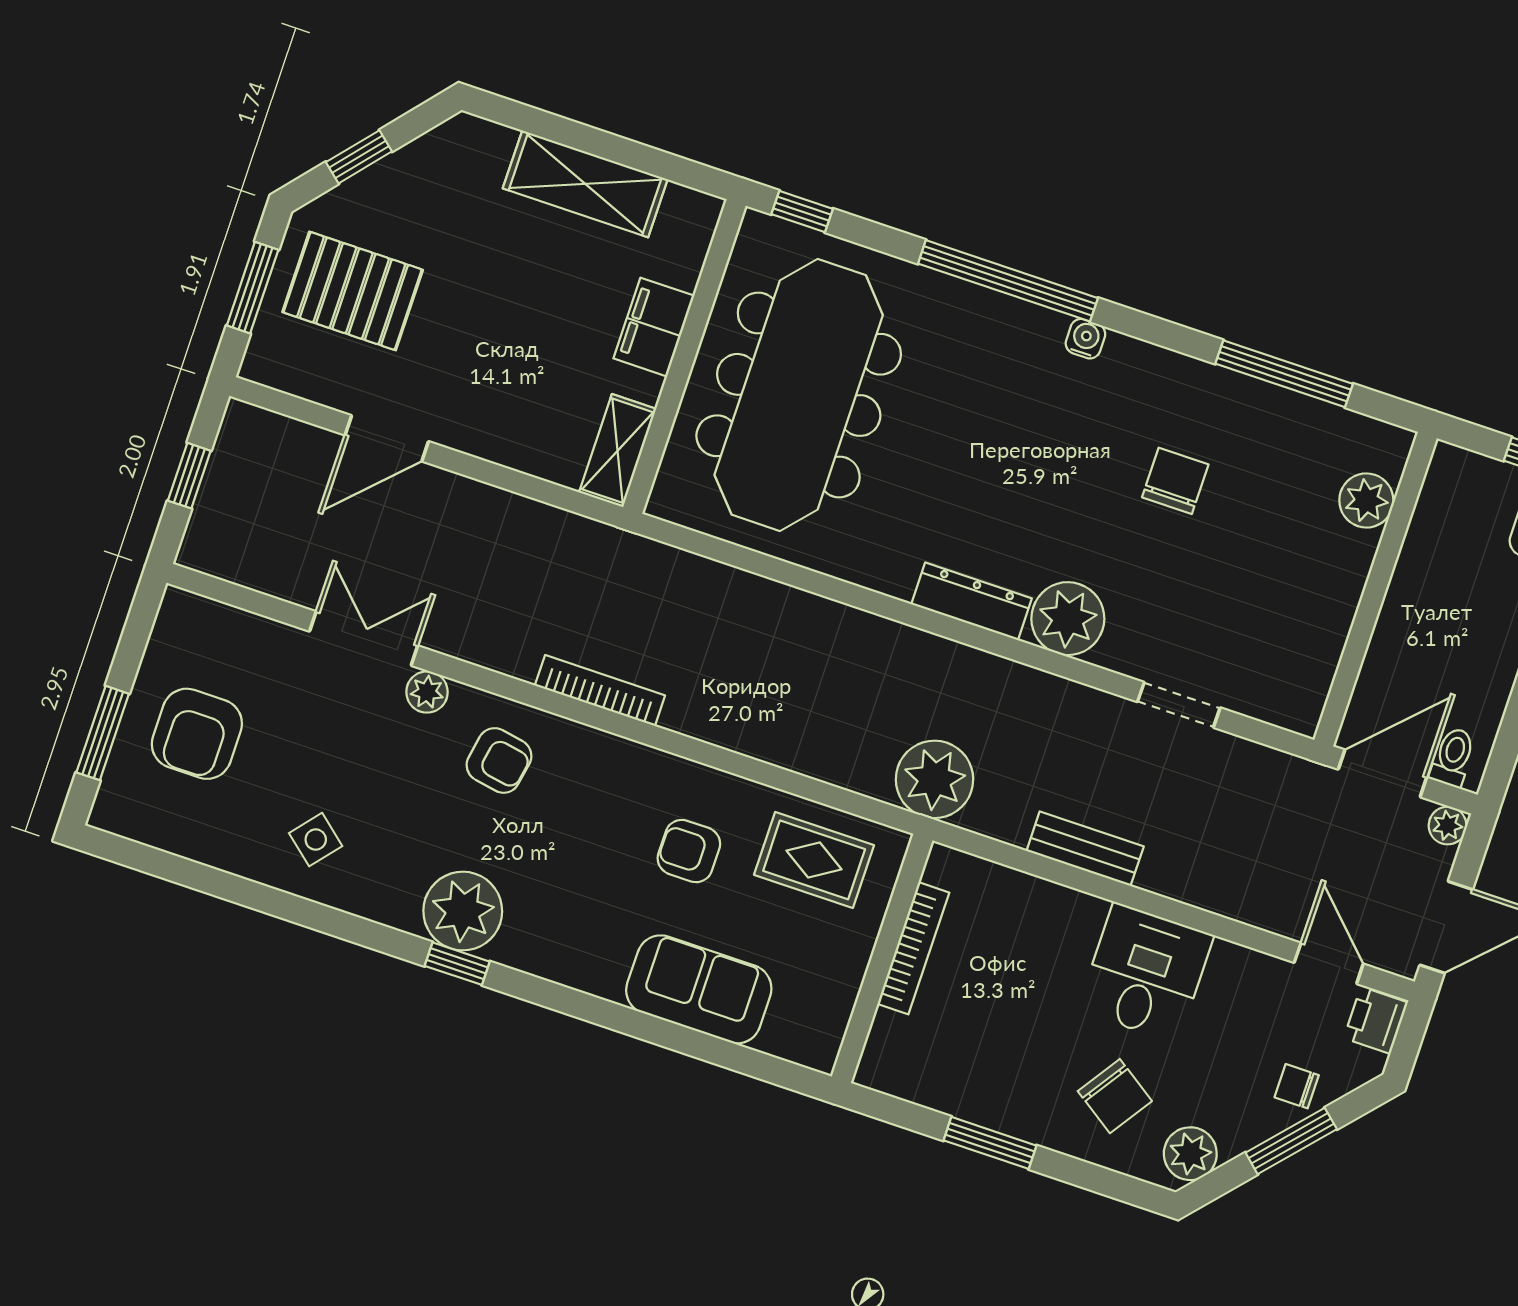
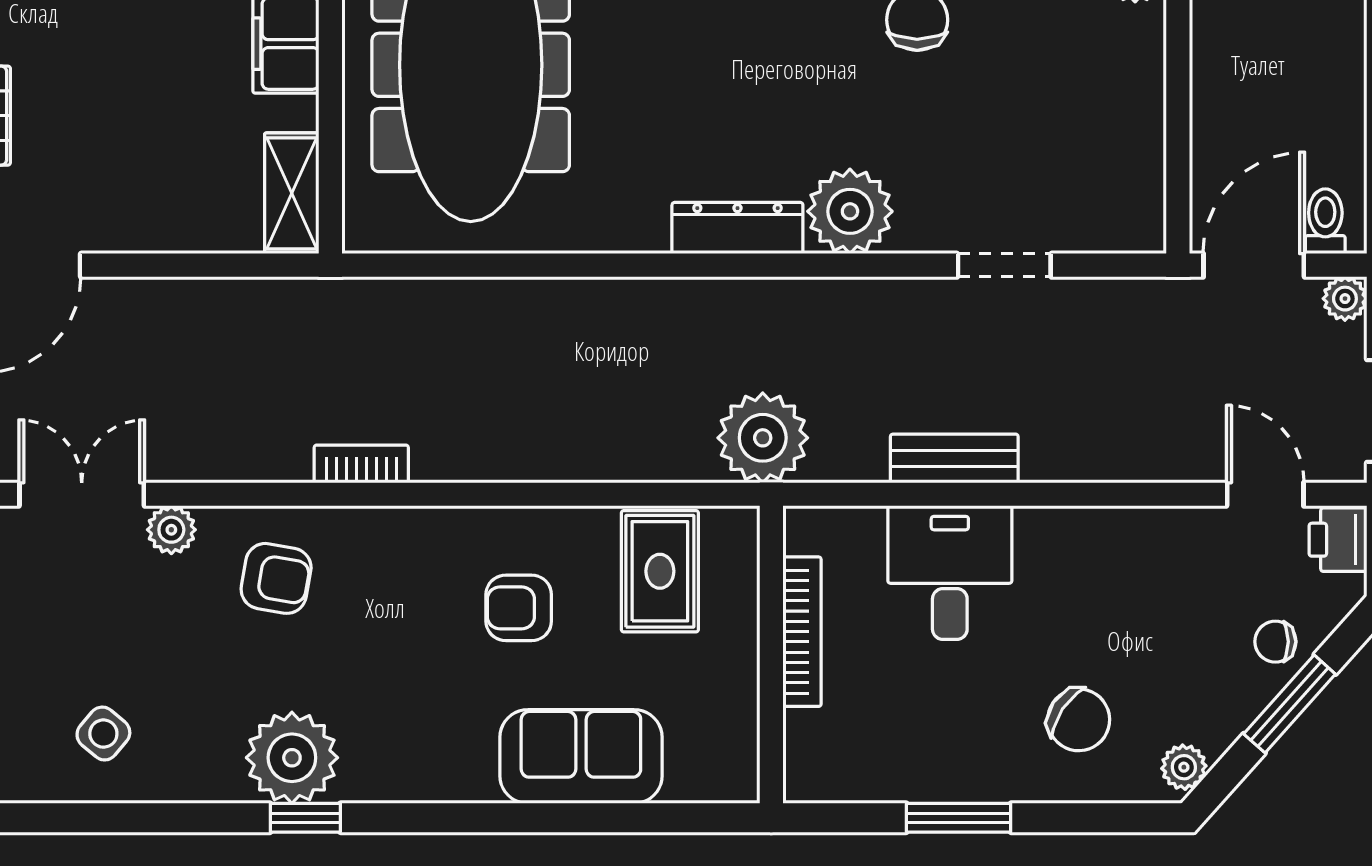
bookcase: (600, 690) -> (361, 464), width x0.64
rug: (814, 860) -> (660, 571), turned 90
desk: (1146, 973) -> (950, 573), moved
plant: (1190, 1154) -> (1184, 767), width x0.73, depth x0.73

